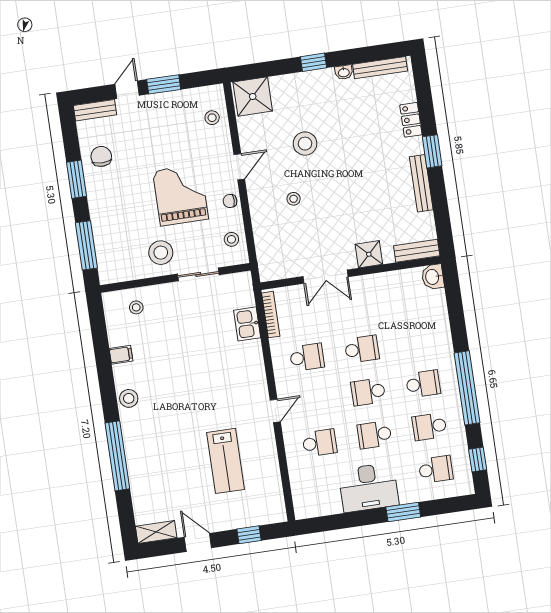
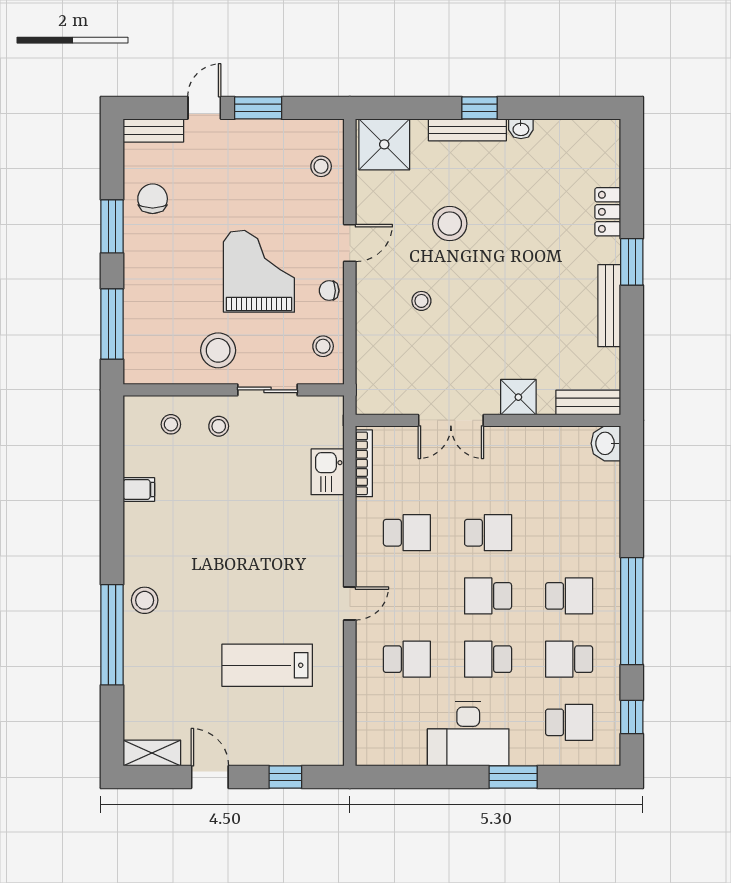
bench: (380, 68) -> (467, 130), moved
stool: (169, 304) -> (219, 426), added
stool: (129, 398) -> (145, 600), moved
lab bench: (225, 461) -> (267, 665), turned 90

